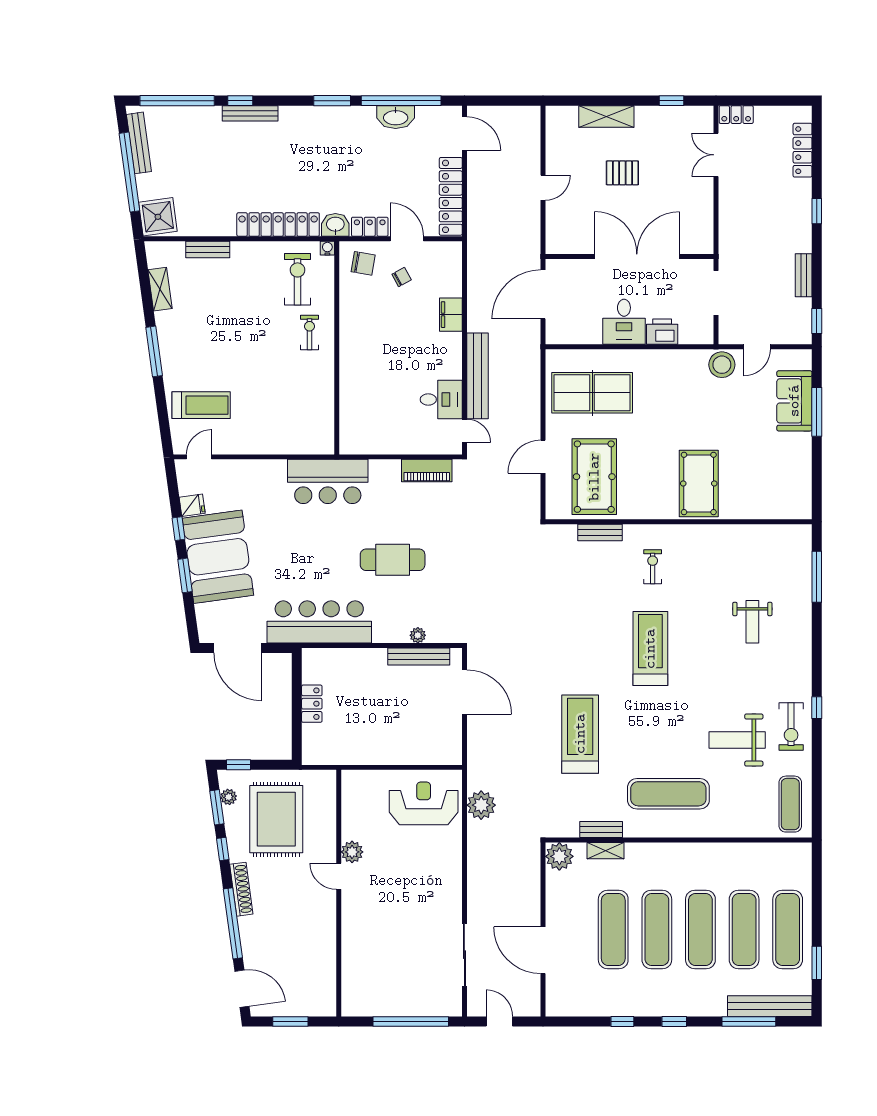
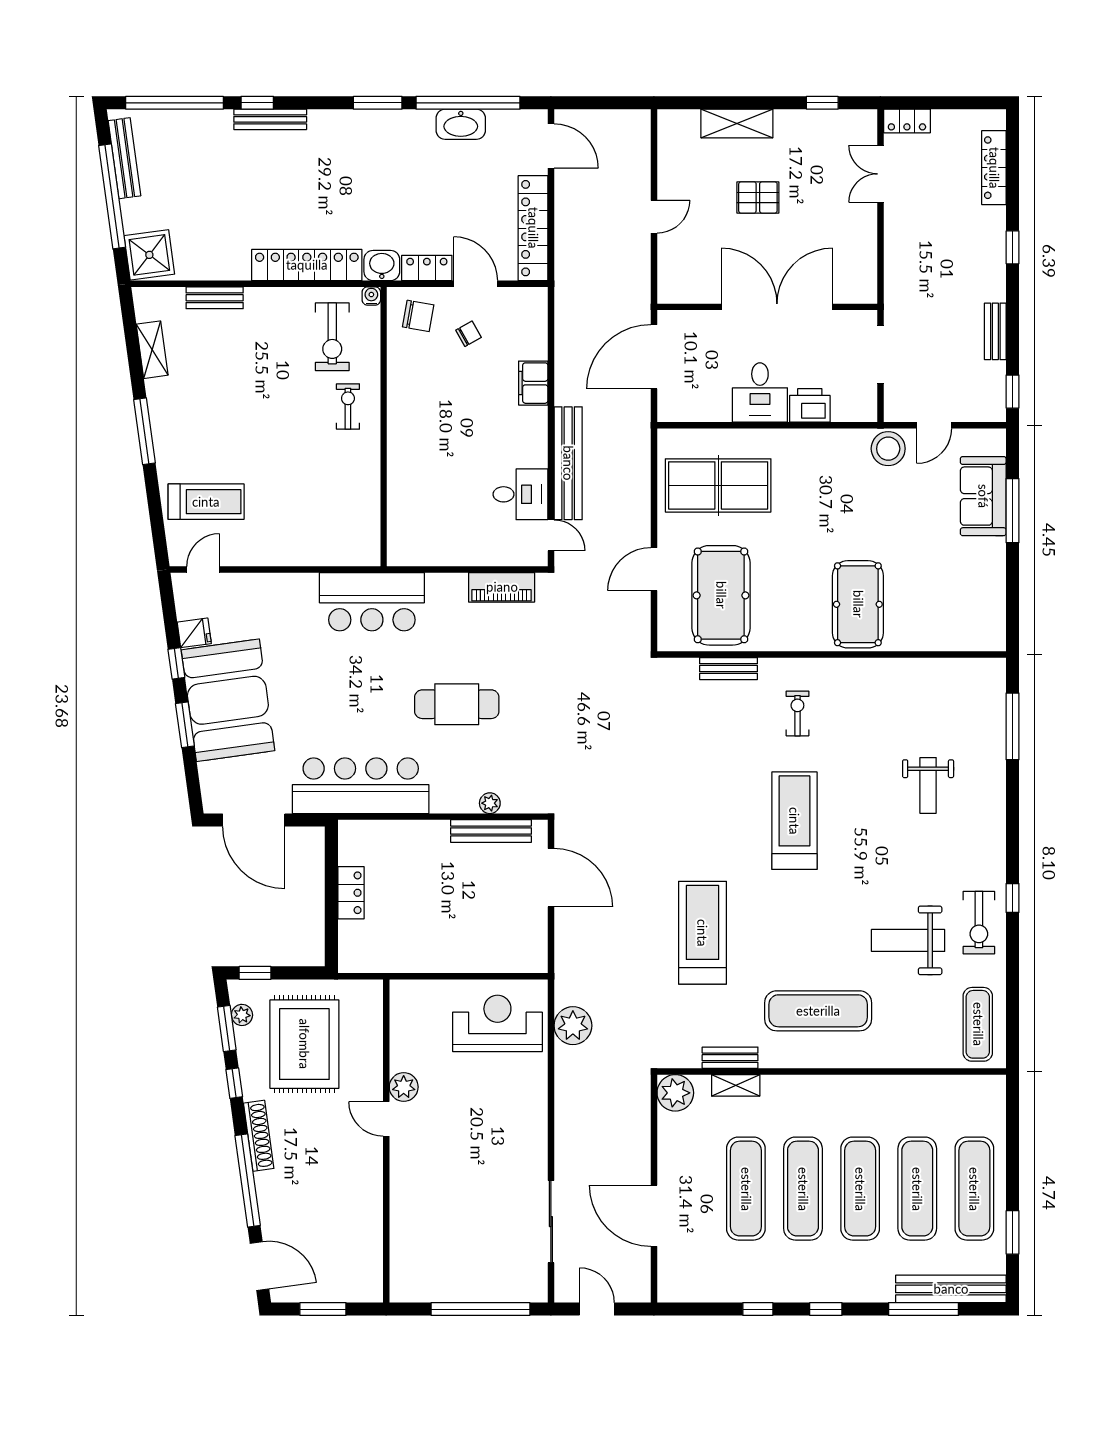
exercise bike: (298, 279) -> (332, 337), turned 180

